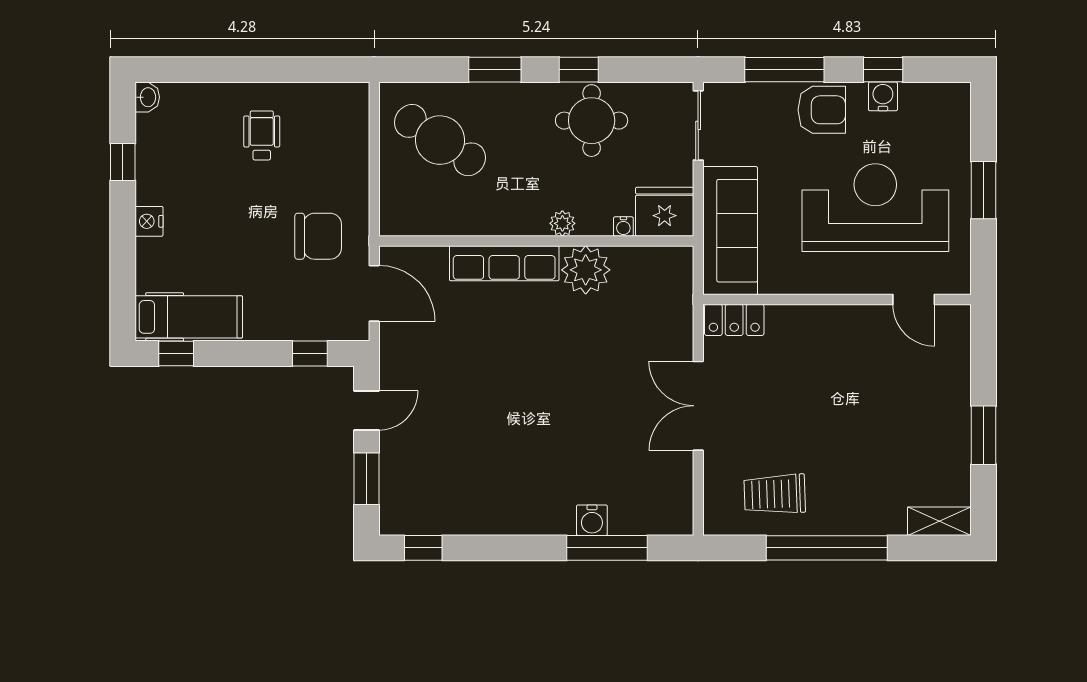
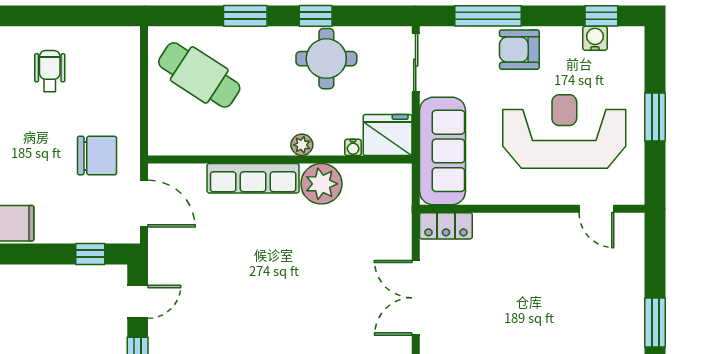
window: (883, 70) -> (601, 16), moved
water cooler: (883, 96) -> (595, 38), moved
armchair: (822, 110) -> (519, 50), turned 180

